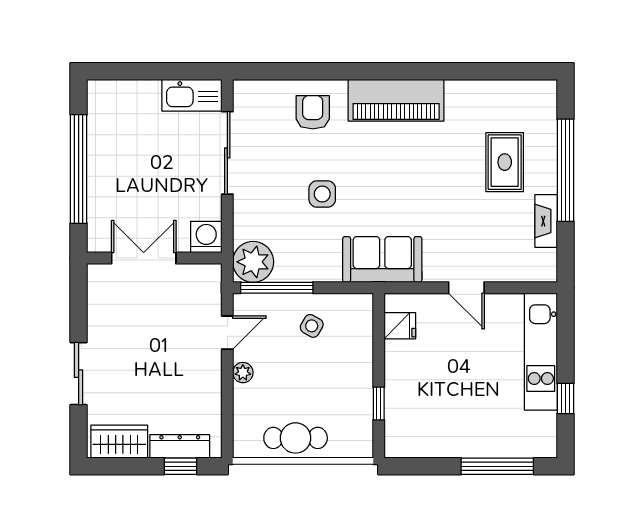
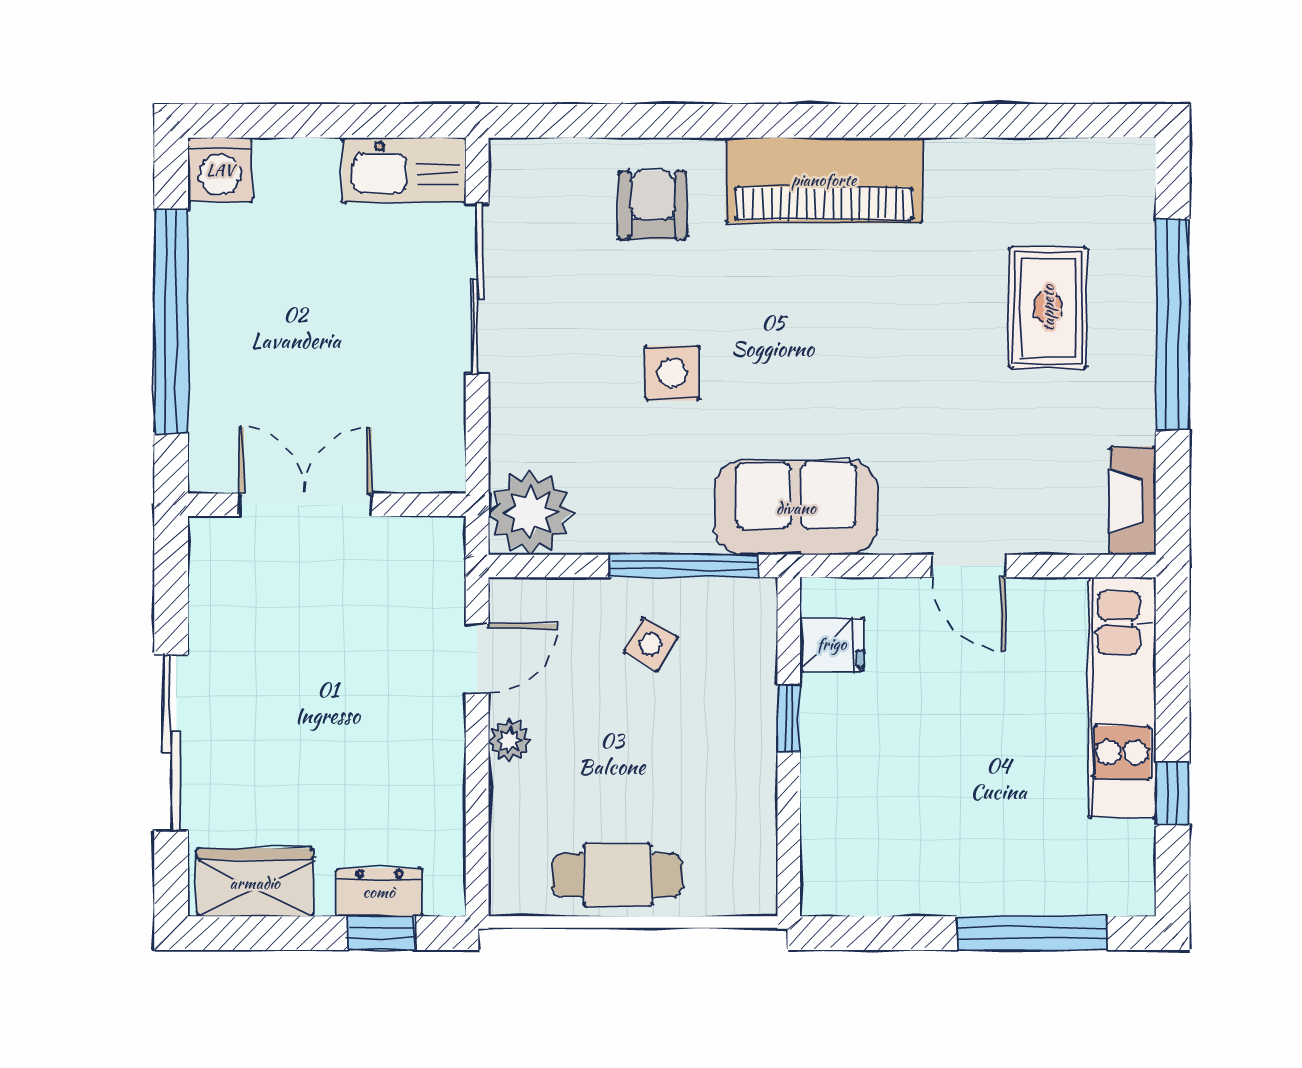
fireplace: (546, 221) -> (1133, 501), moved
washing machine: (206, 237) -> (220, 170), moved, turned 180
window: (277, 288) -> (684, 566), moved
sliding door: (79, 374) -> (171, 743), width x1.37
window: (379, 404) -> (789, 719), moved
dresser: (180, 446) -> (379, 892), width x0.70

